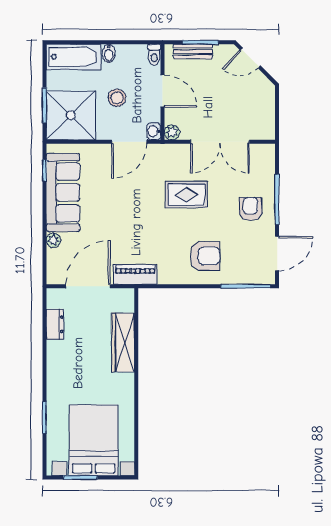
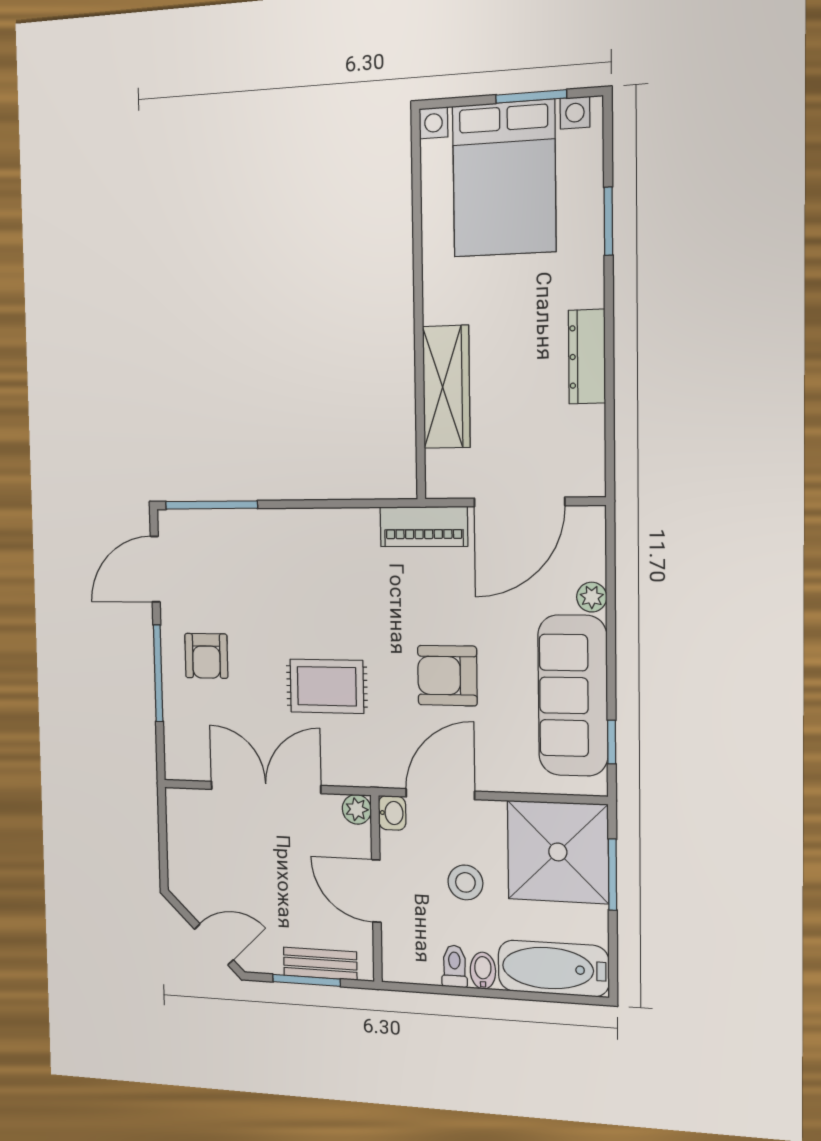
toilet: (154, 55) -> (454, 966), moved
armchair: (205, 256) -> (447, 676), moved
dresser: (55, 324) -> (587, 357), moved, width x1.44

